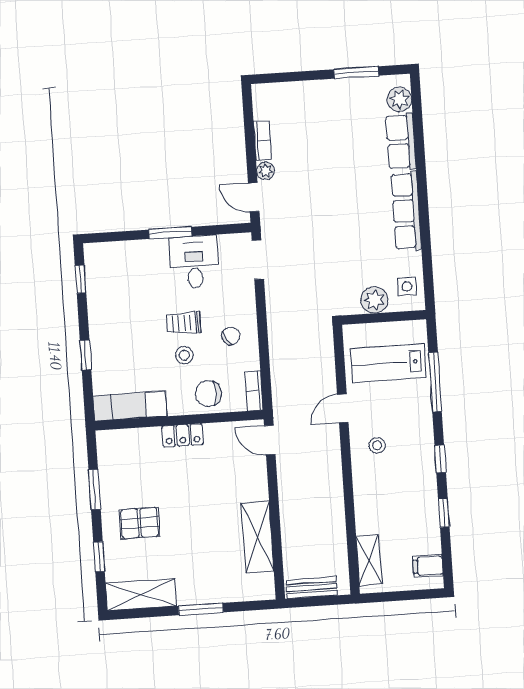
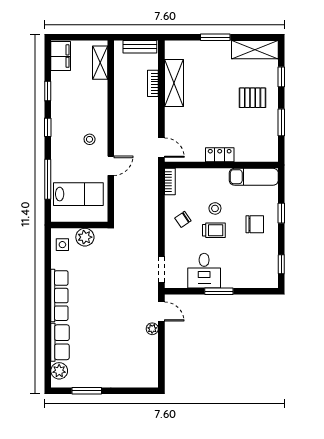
bookcase: (262, 140) -> (153, 83), moved
chair: (208, 394) -> (255, 224), moved
filing cabinet: (428, 566) -> (61, 56), width x2.00

